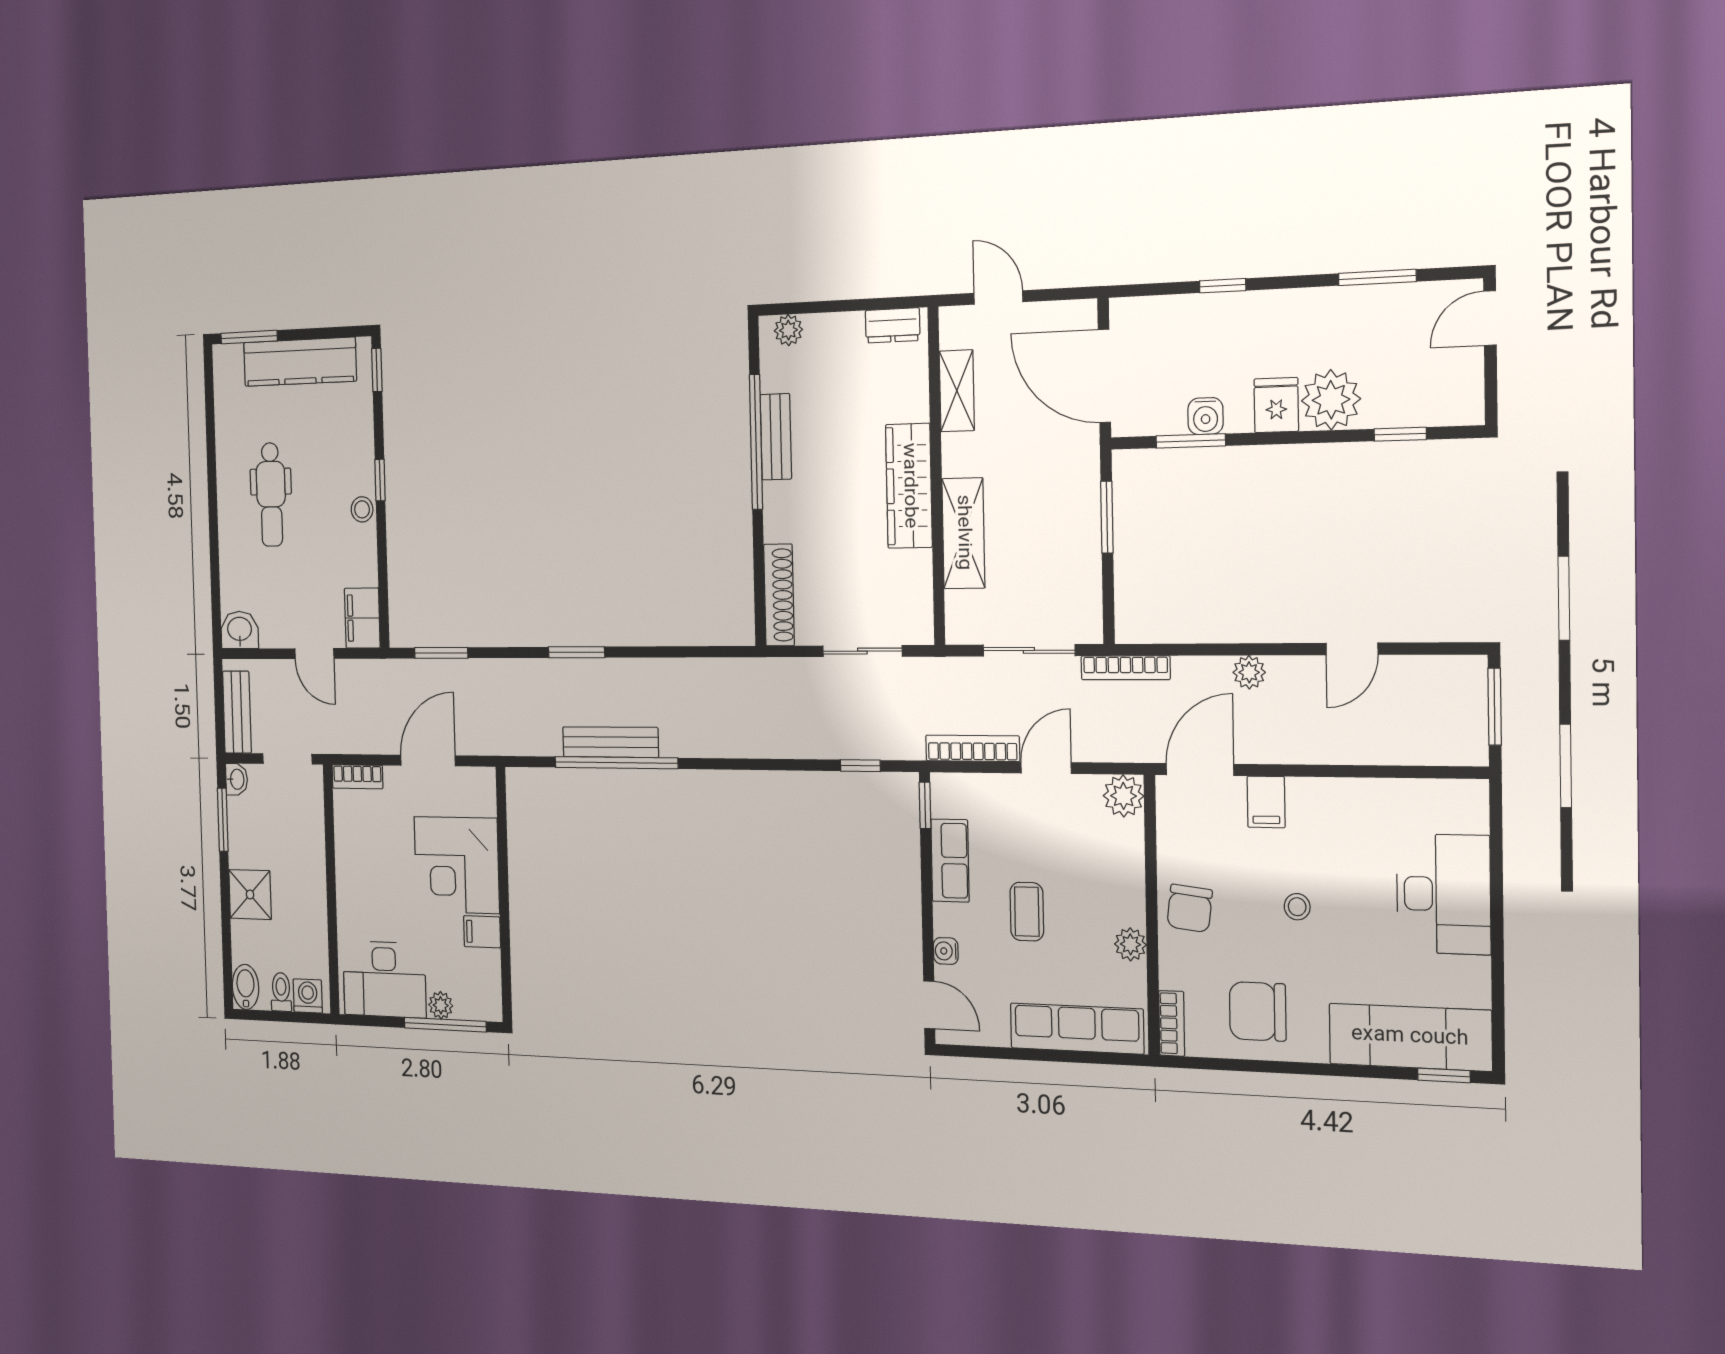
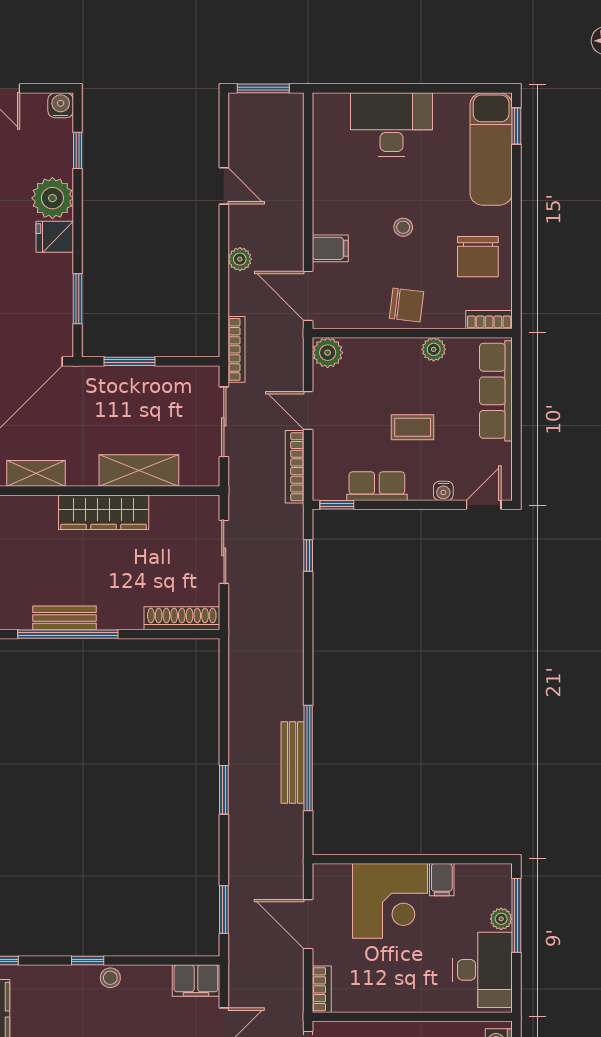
water cooler: (1206, 416) -> (61, 105), moved, turned -90

